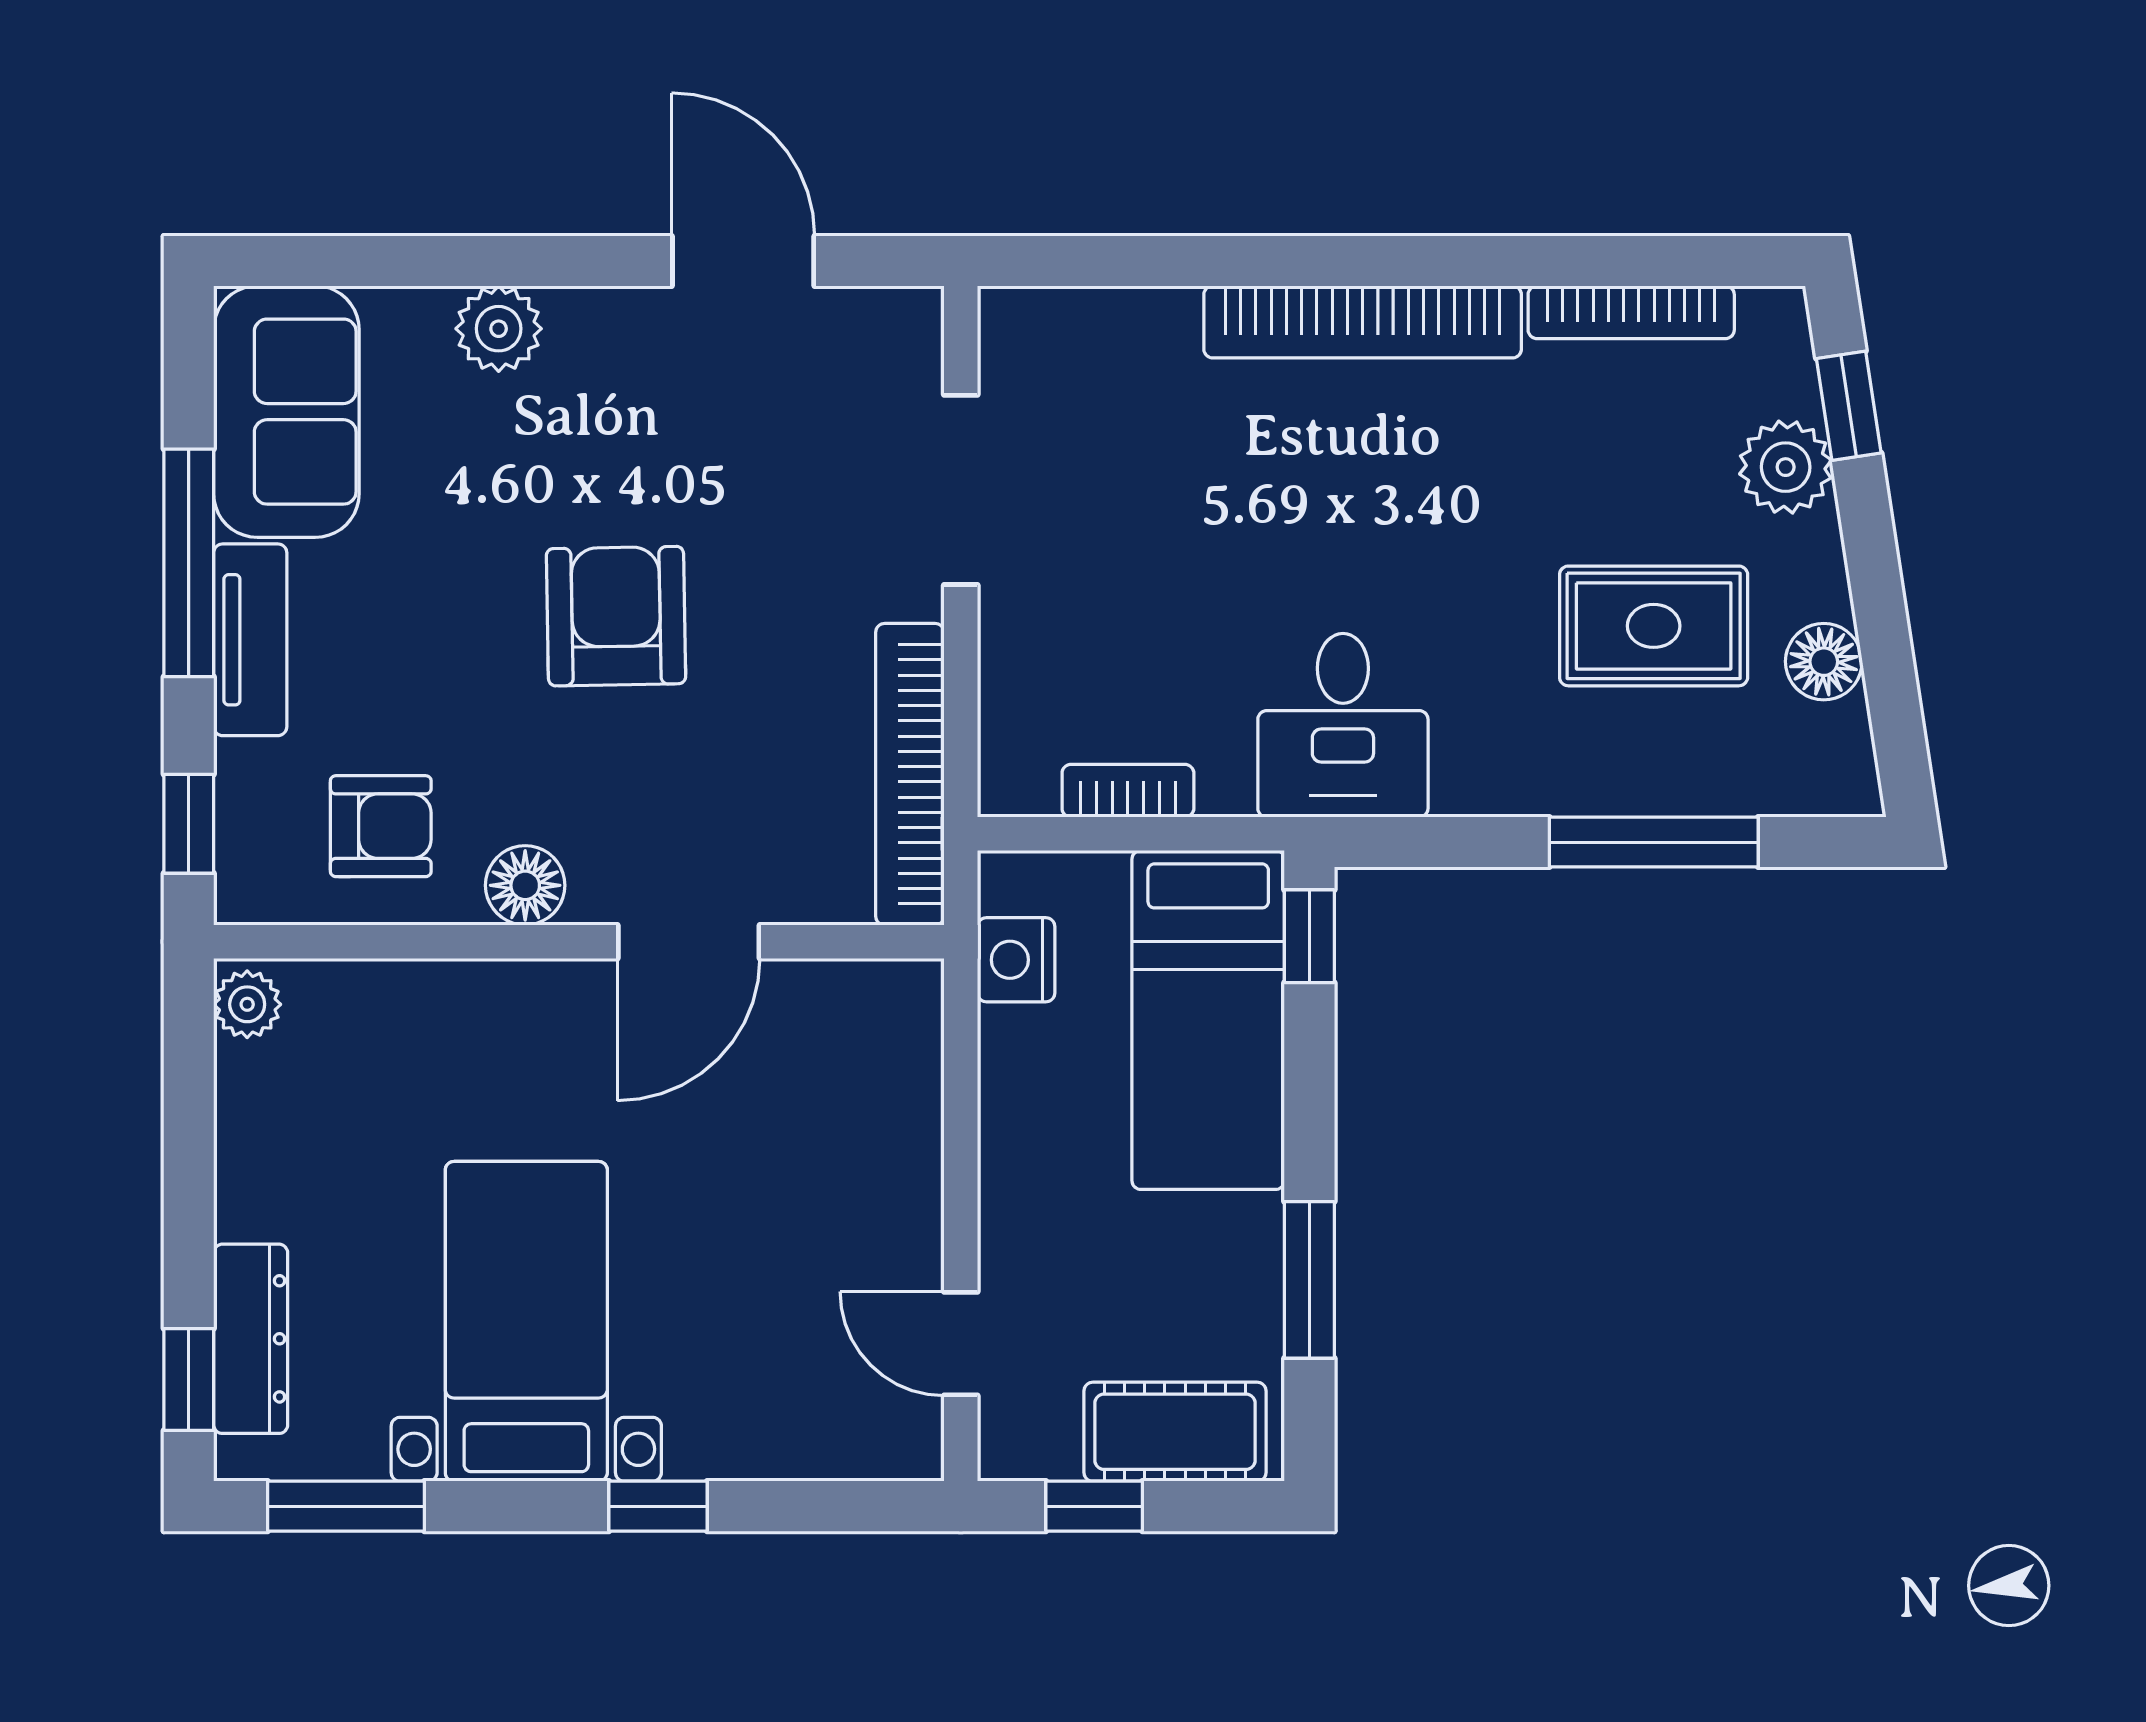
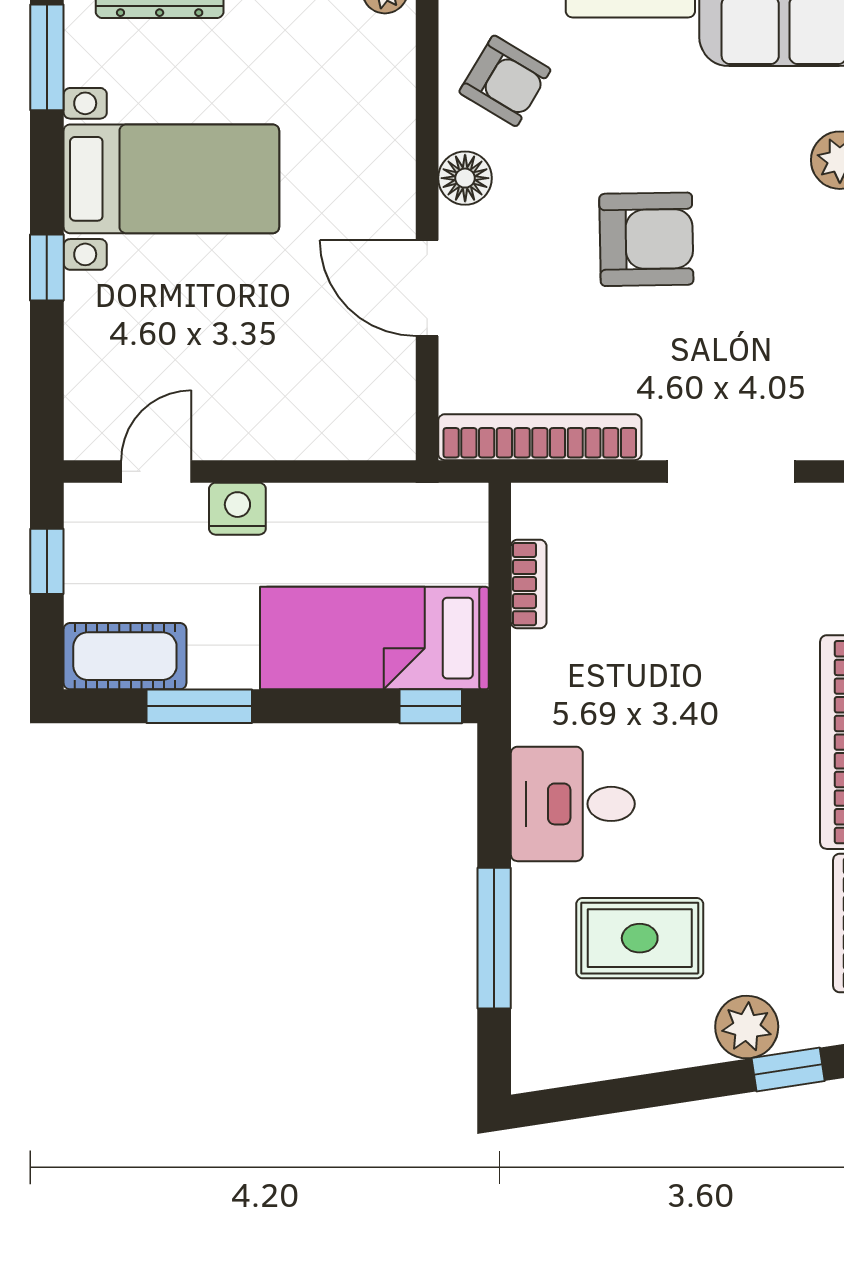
rug: (1654, 626) -> (640, 938), turned 90
floor lamp: (1824, 662) -> (616, 1053), removed
desk: (1343, 725) -> (573, 804), moved
armchair: (381, 826) -> (505, 81), turned -59
nightstand: (1016, 960) -> (237, 509), moved
cot: (1175, 1432) -> (125, 656), moved, turned 90

